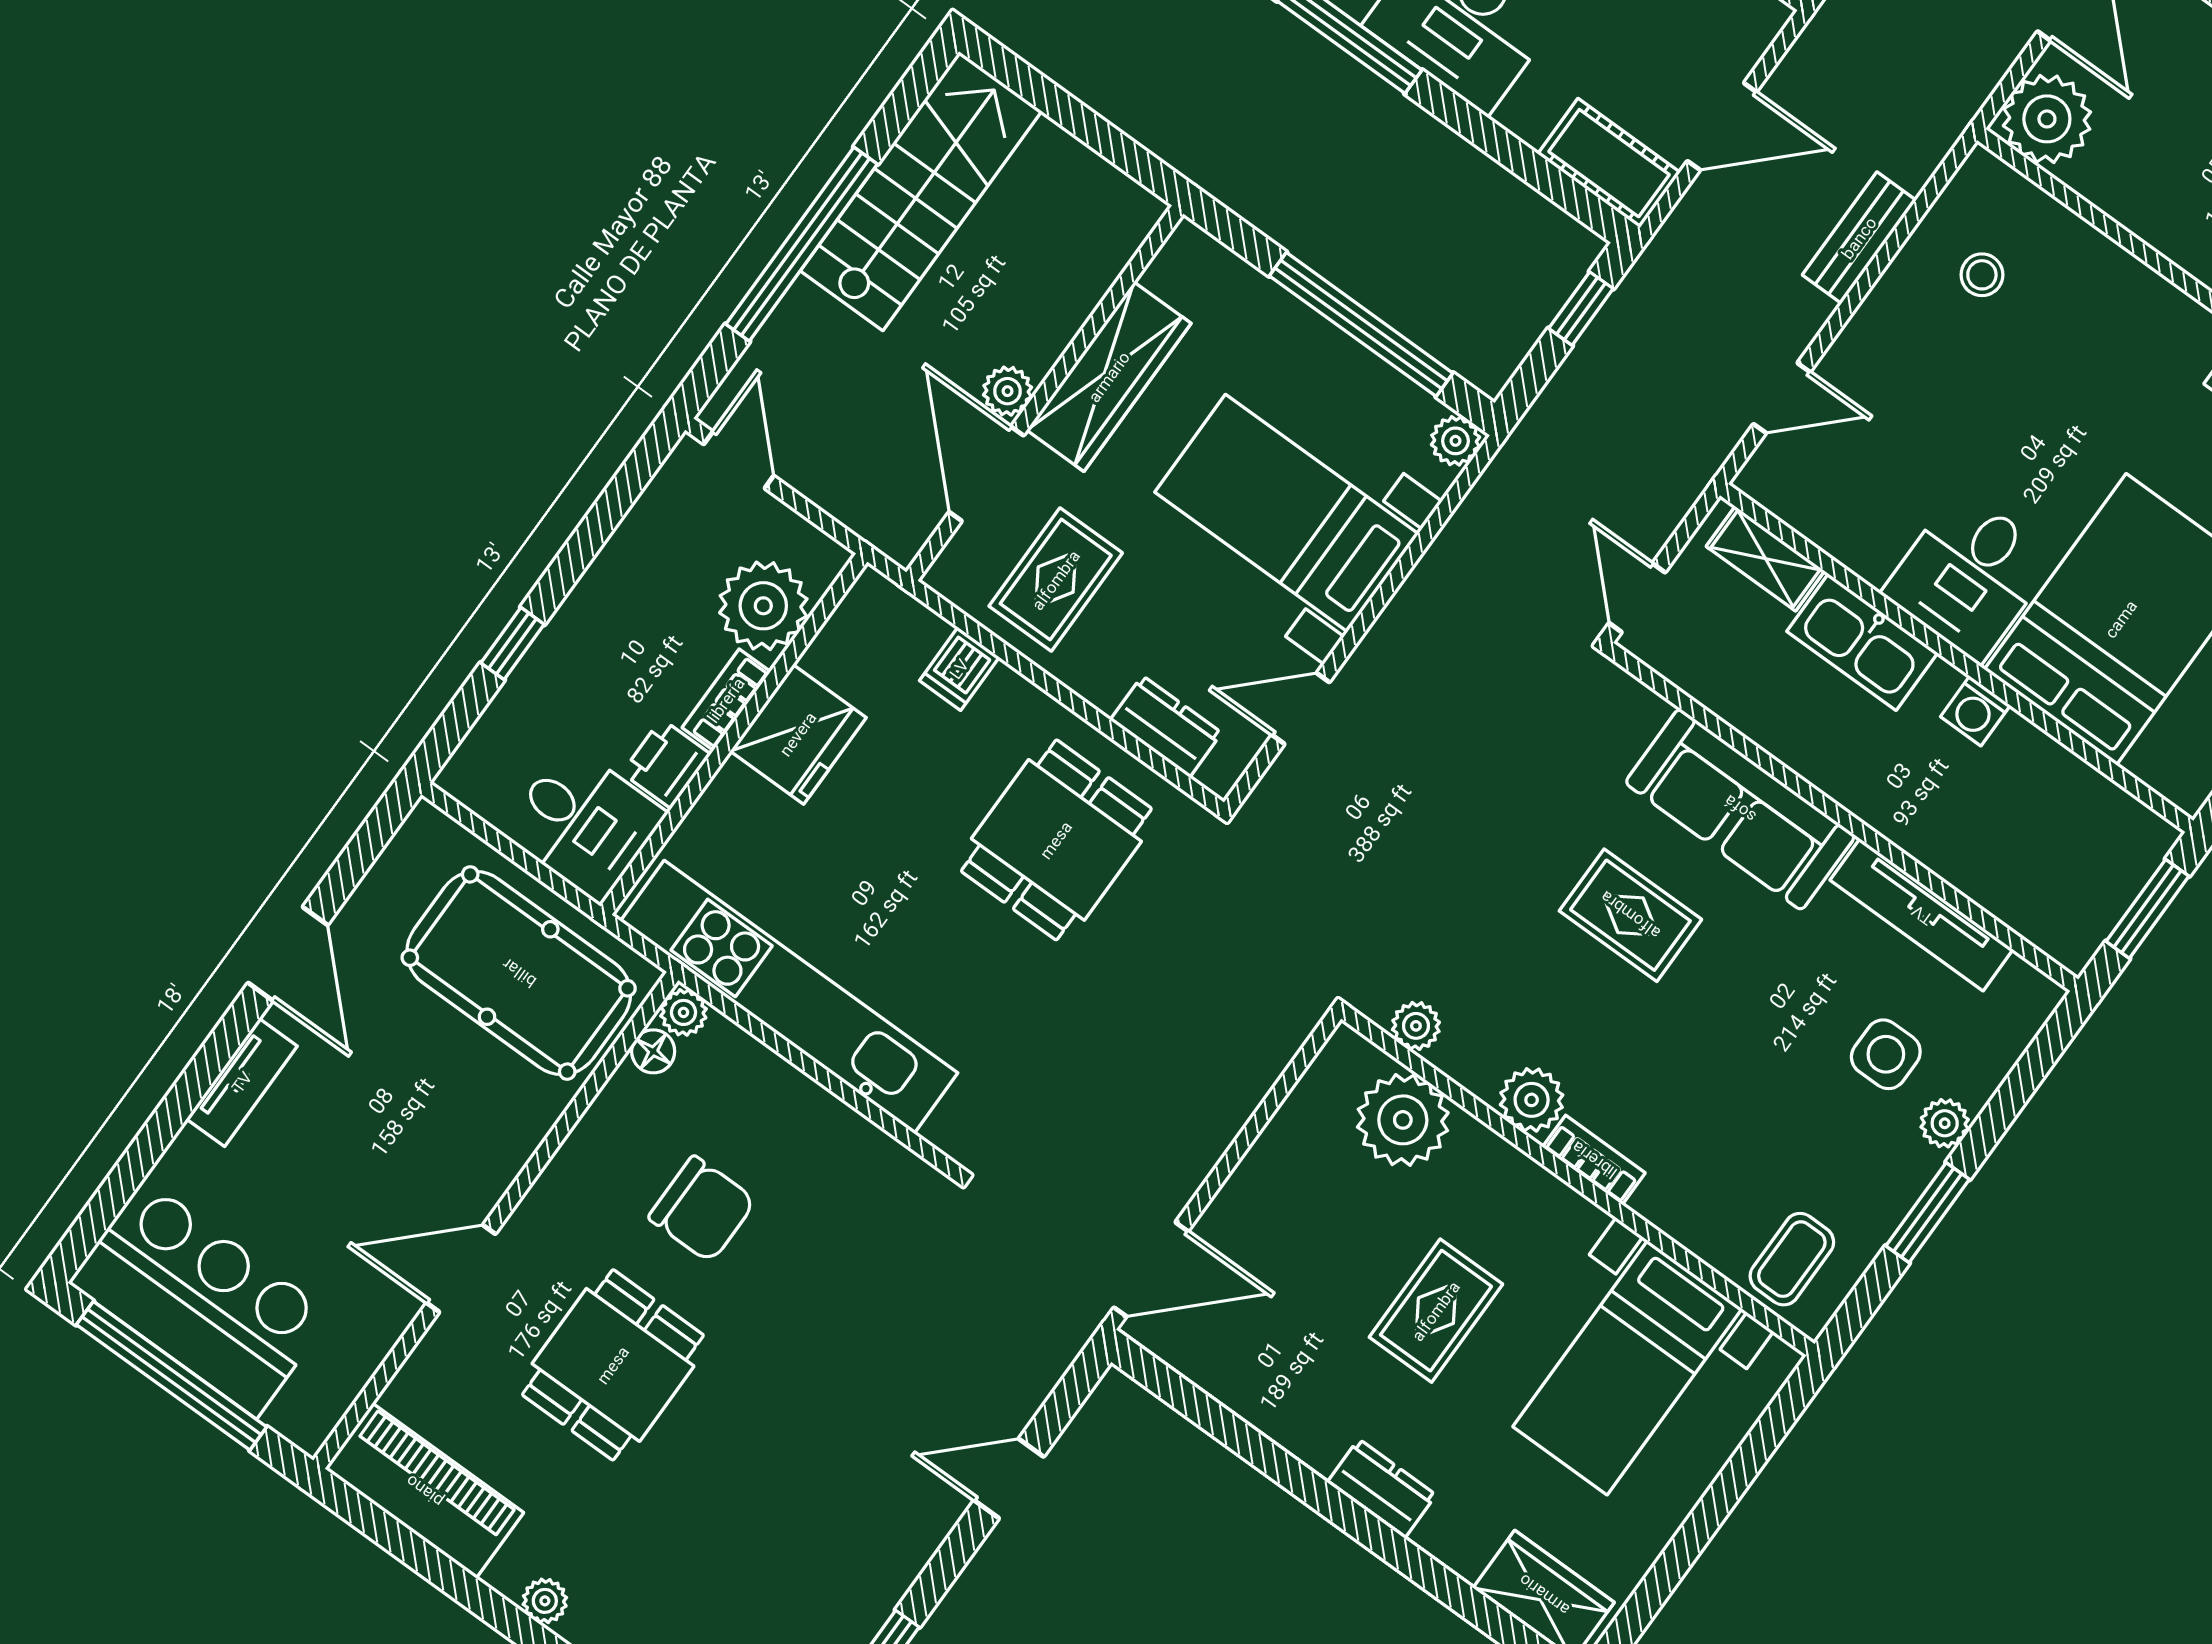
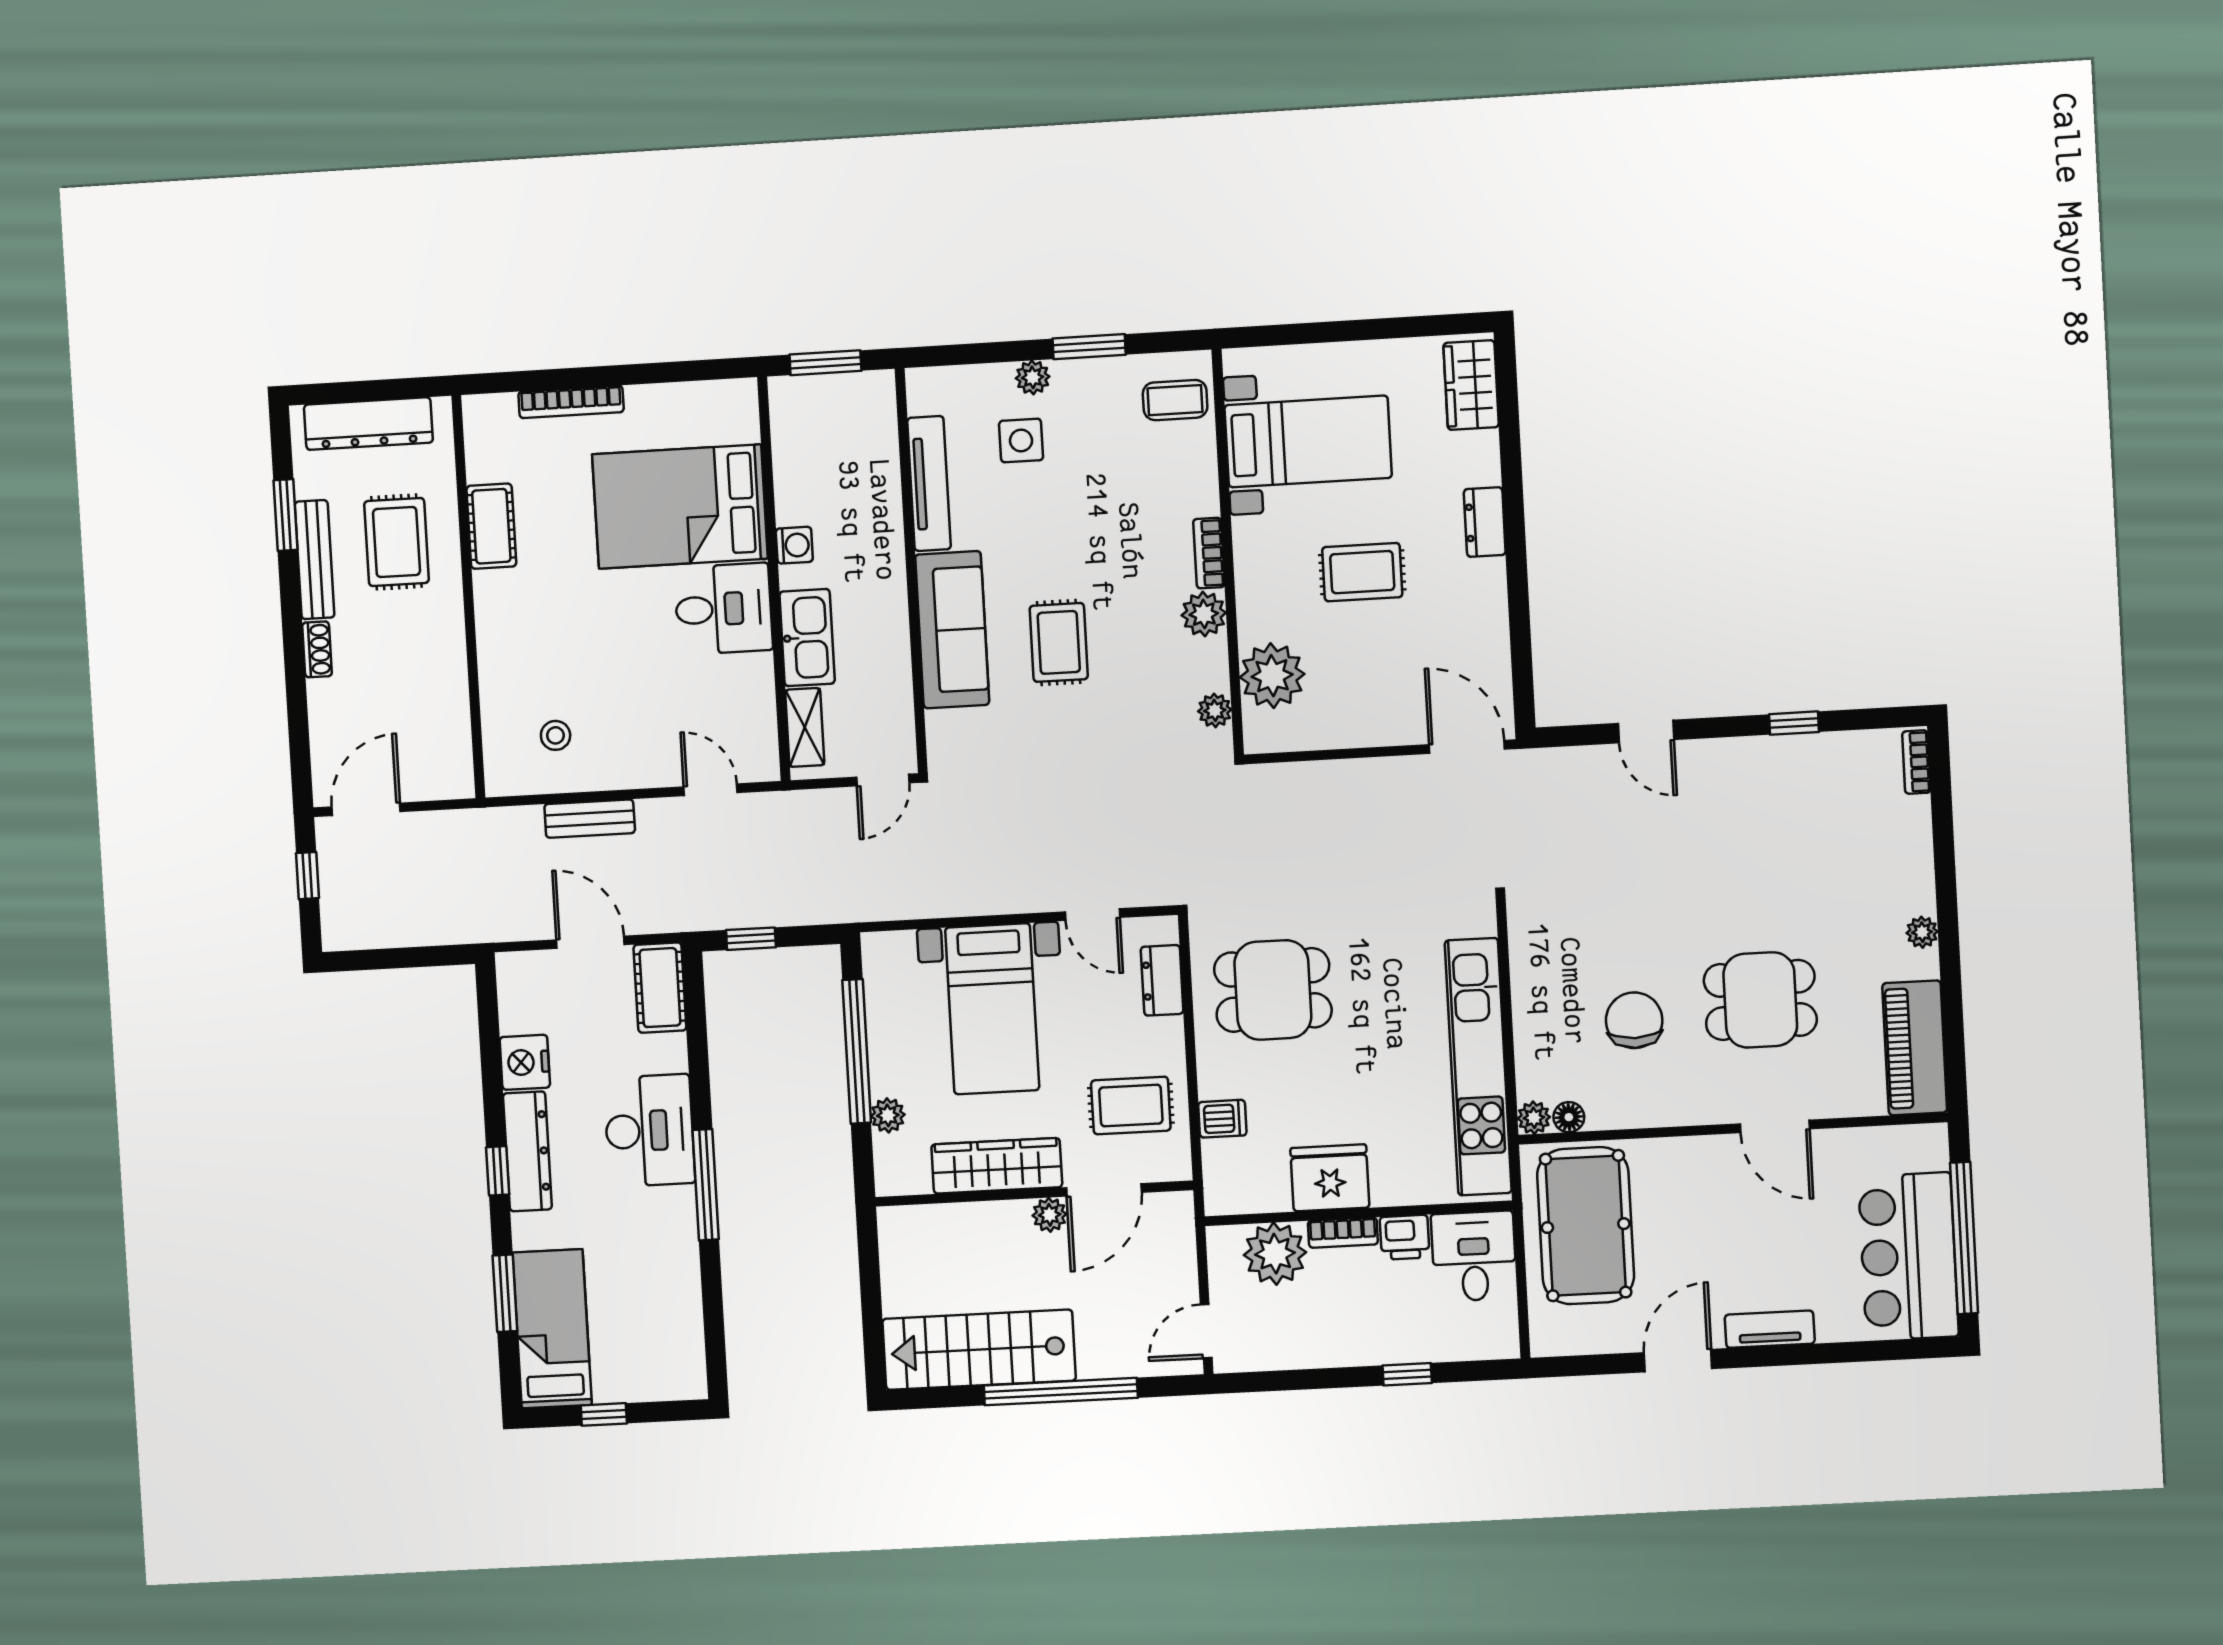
plant: (2047, 119) -> (443, 769), removed
plant: (1455, 441) -> (888, 1115), moved

